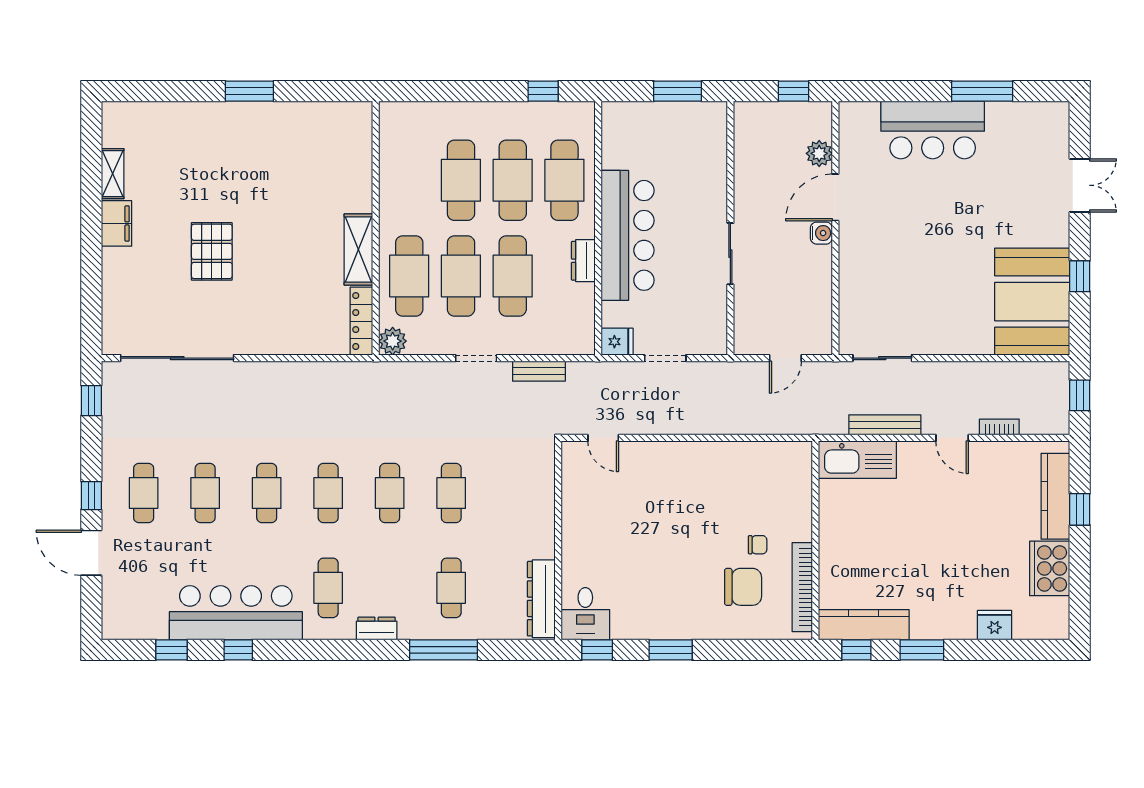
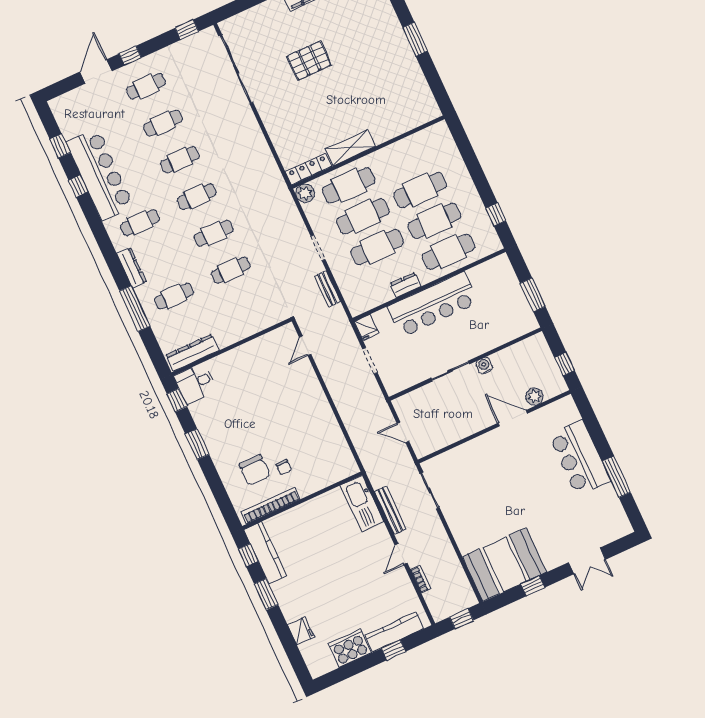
water cooler: (821, 233) -> (484, 366), moved, turned 180
dresser: (377, 628) -> (132, 268), width x1.44

